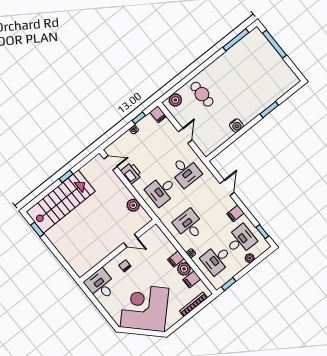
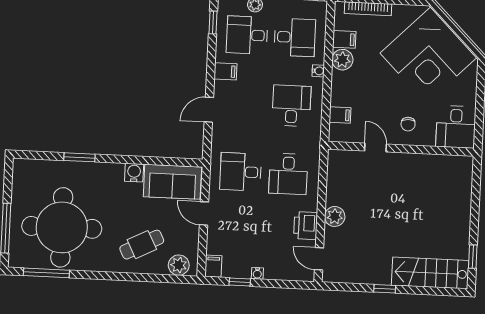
round table: (248, 68) -> (62, 227), added
cafe table: (202, 94) -> (142, 245), turned 64
door: (185, 136) -> (204, 213), hinge flipped
sofa: (214, 138) -> (172, 182), added
desk: (185, 171) -> (241, 172), turned -90
desk: (161, 191) -> (288, 174), turned 90
stairs: (61, 202) -> (430, 273), width x0.73, depth x0.66
plant: (133, 205) -> (335, 216), moved
desk: (189, 225) -> (291, 106), turned 180
filing cabinet: (176, 259) -> (340, 115), moved

